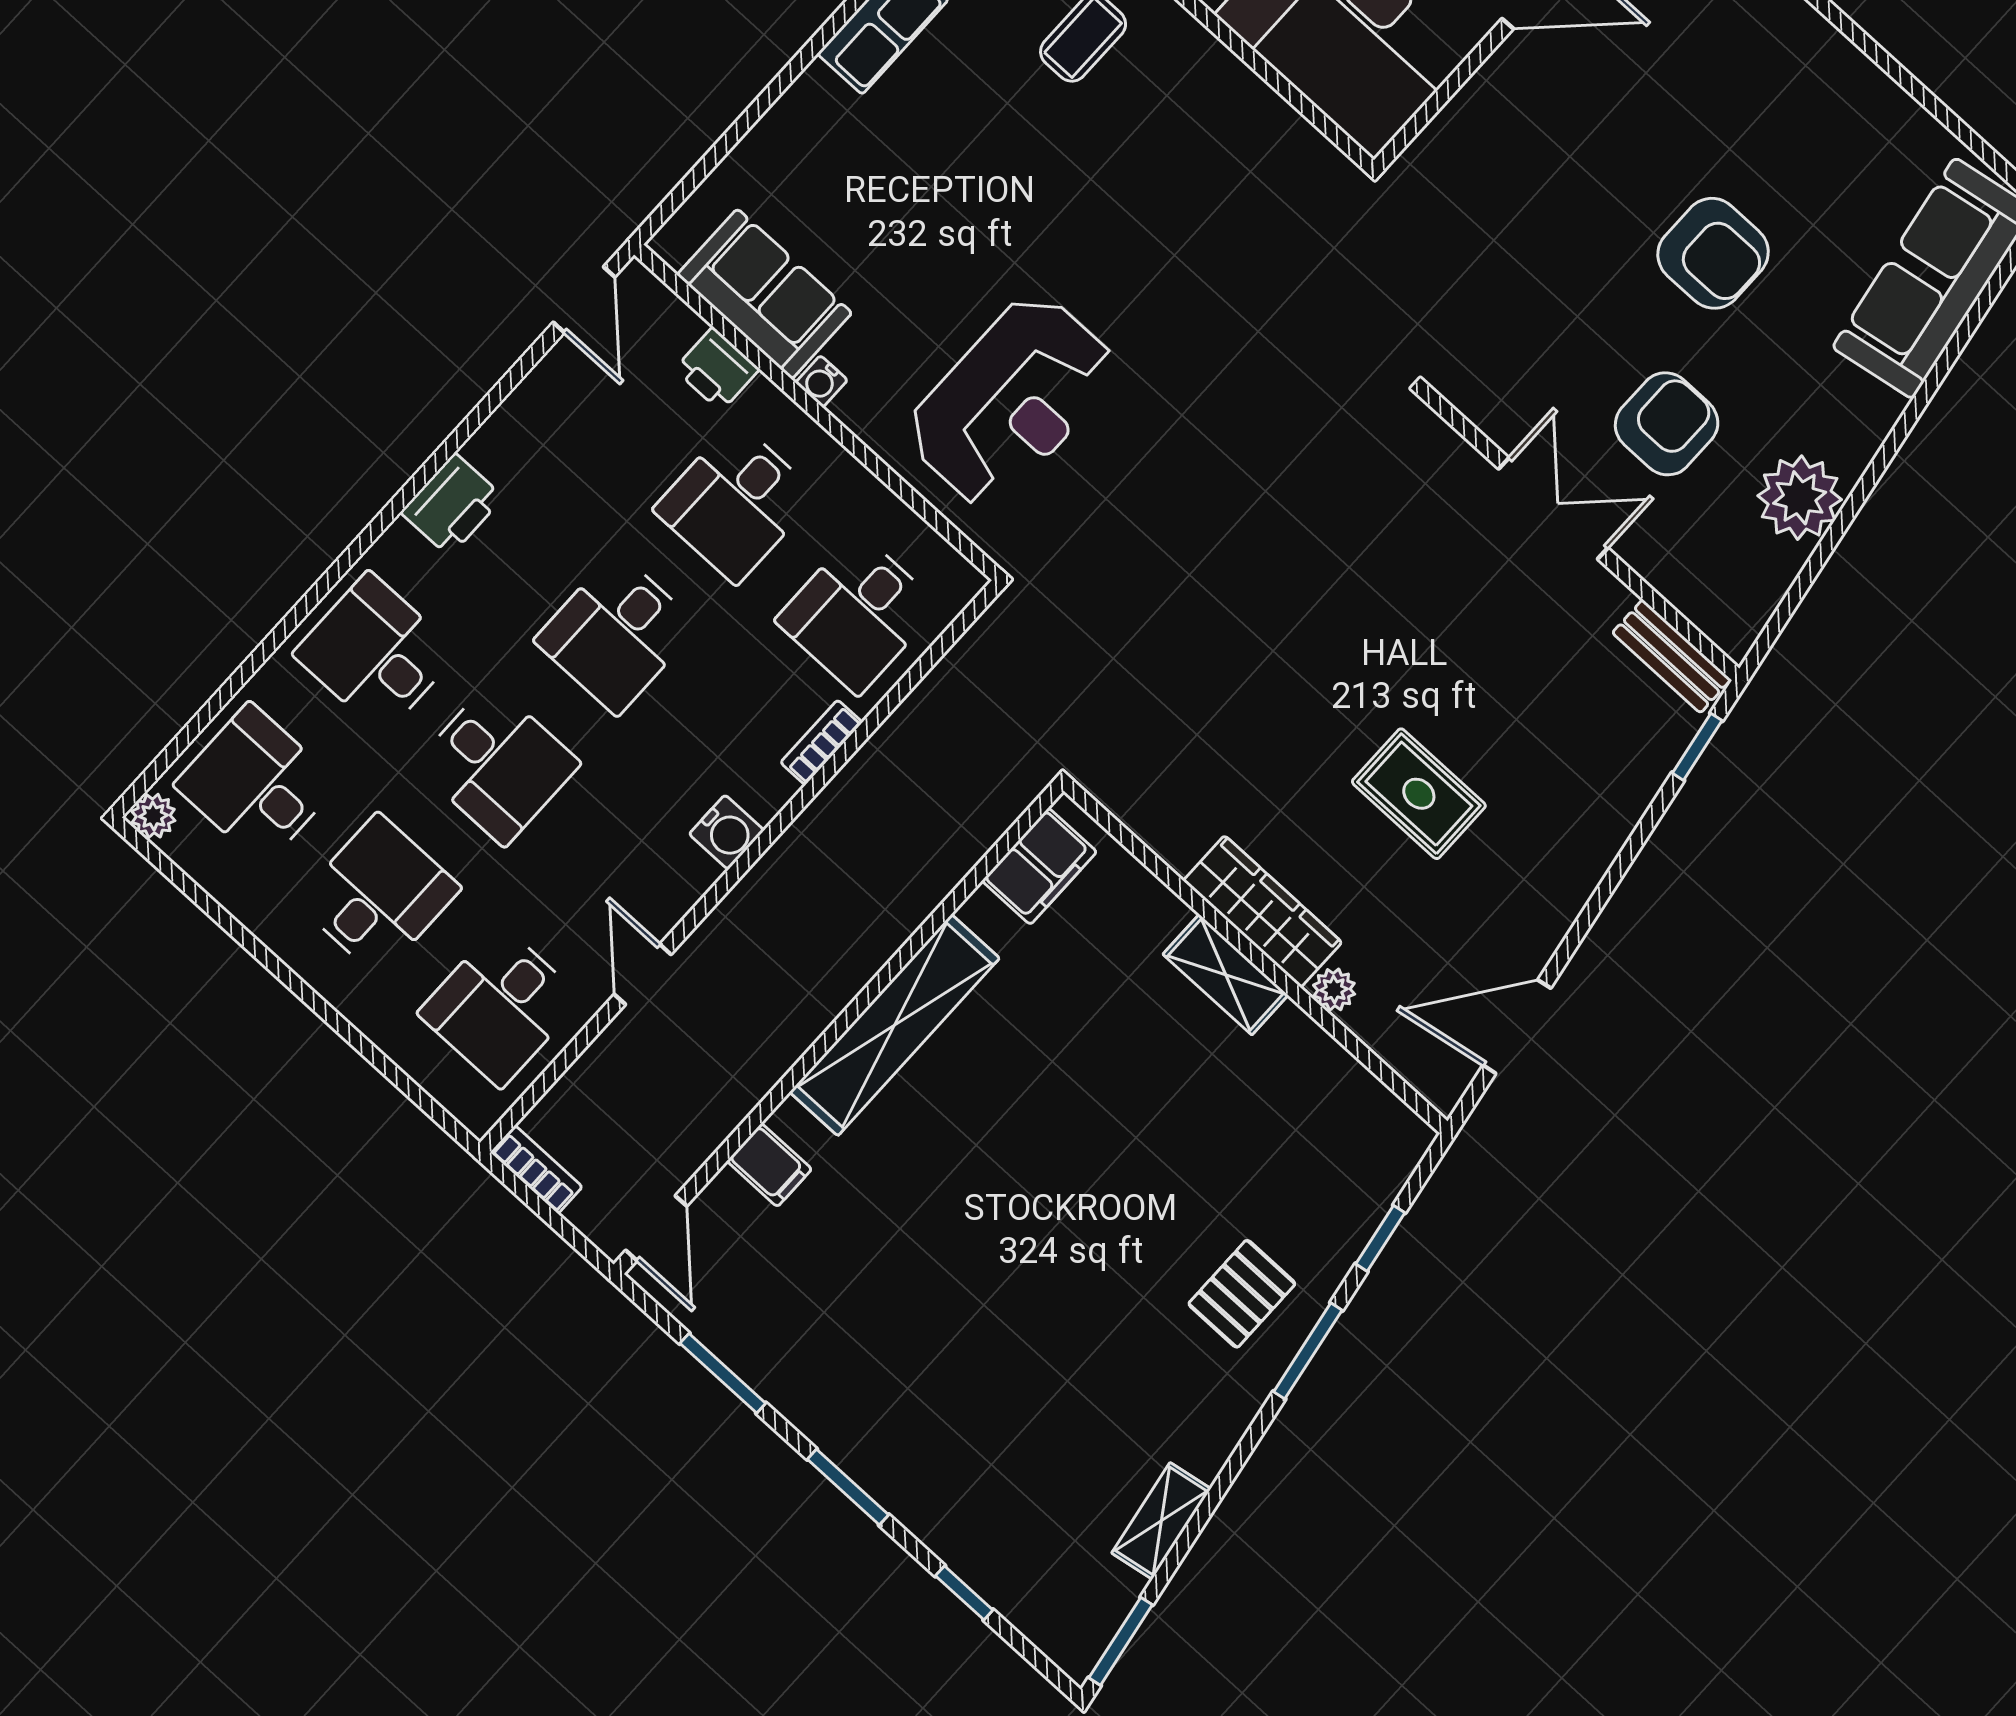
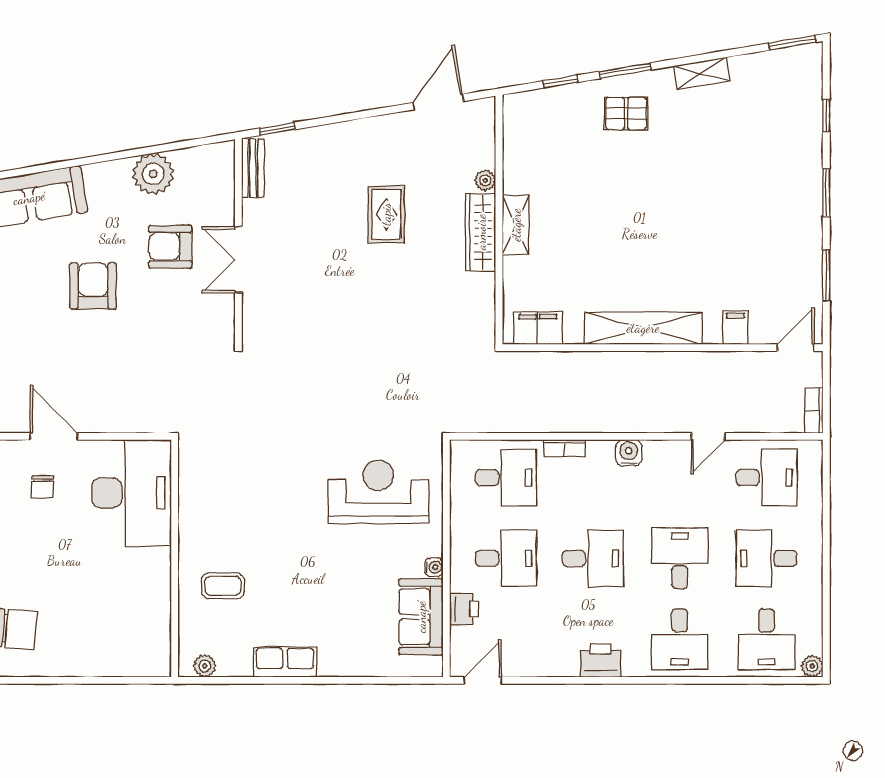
door: (1517, 1027) -> (438, 102), swing flipped
shelving: (1161, 1521) -> (701, 73), moved

